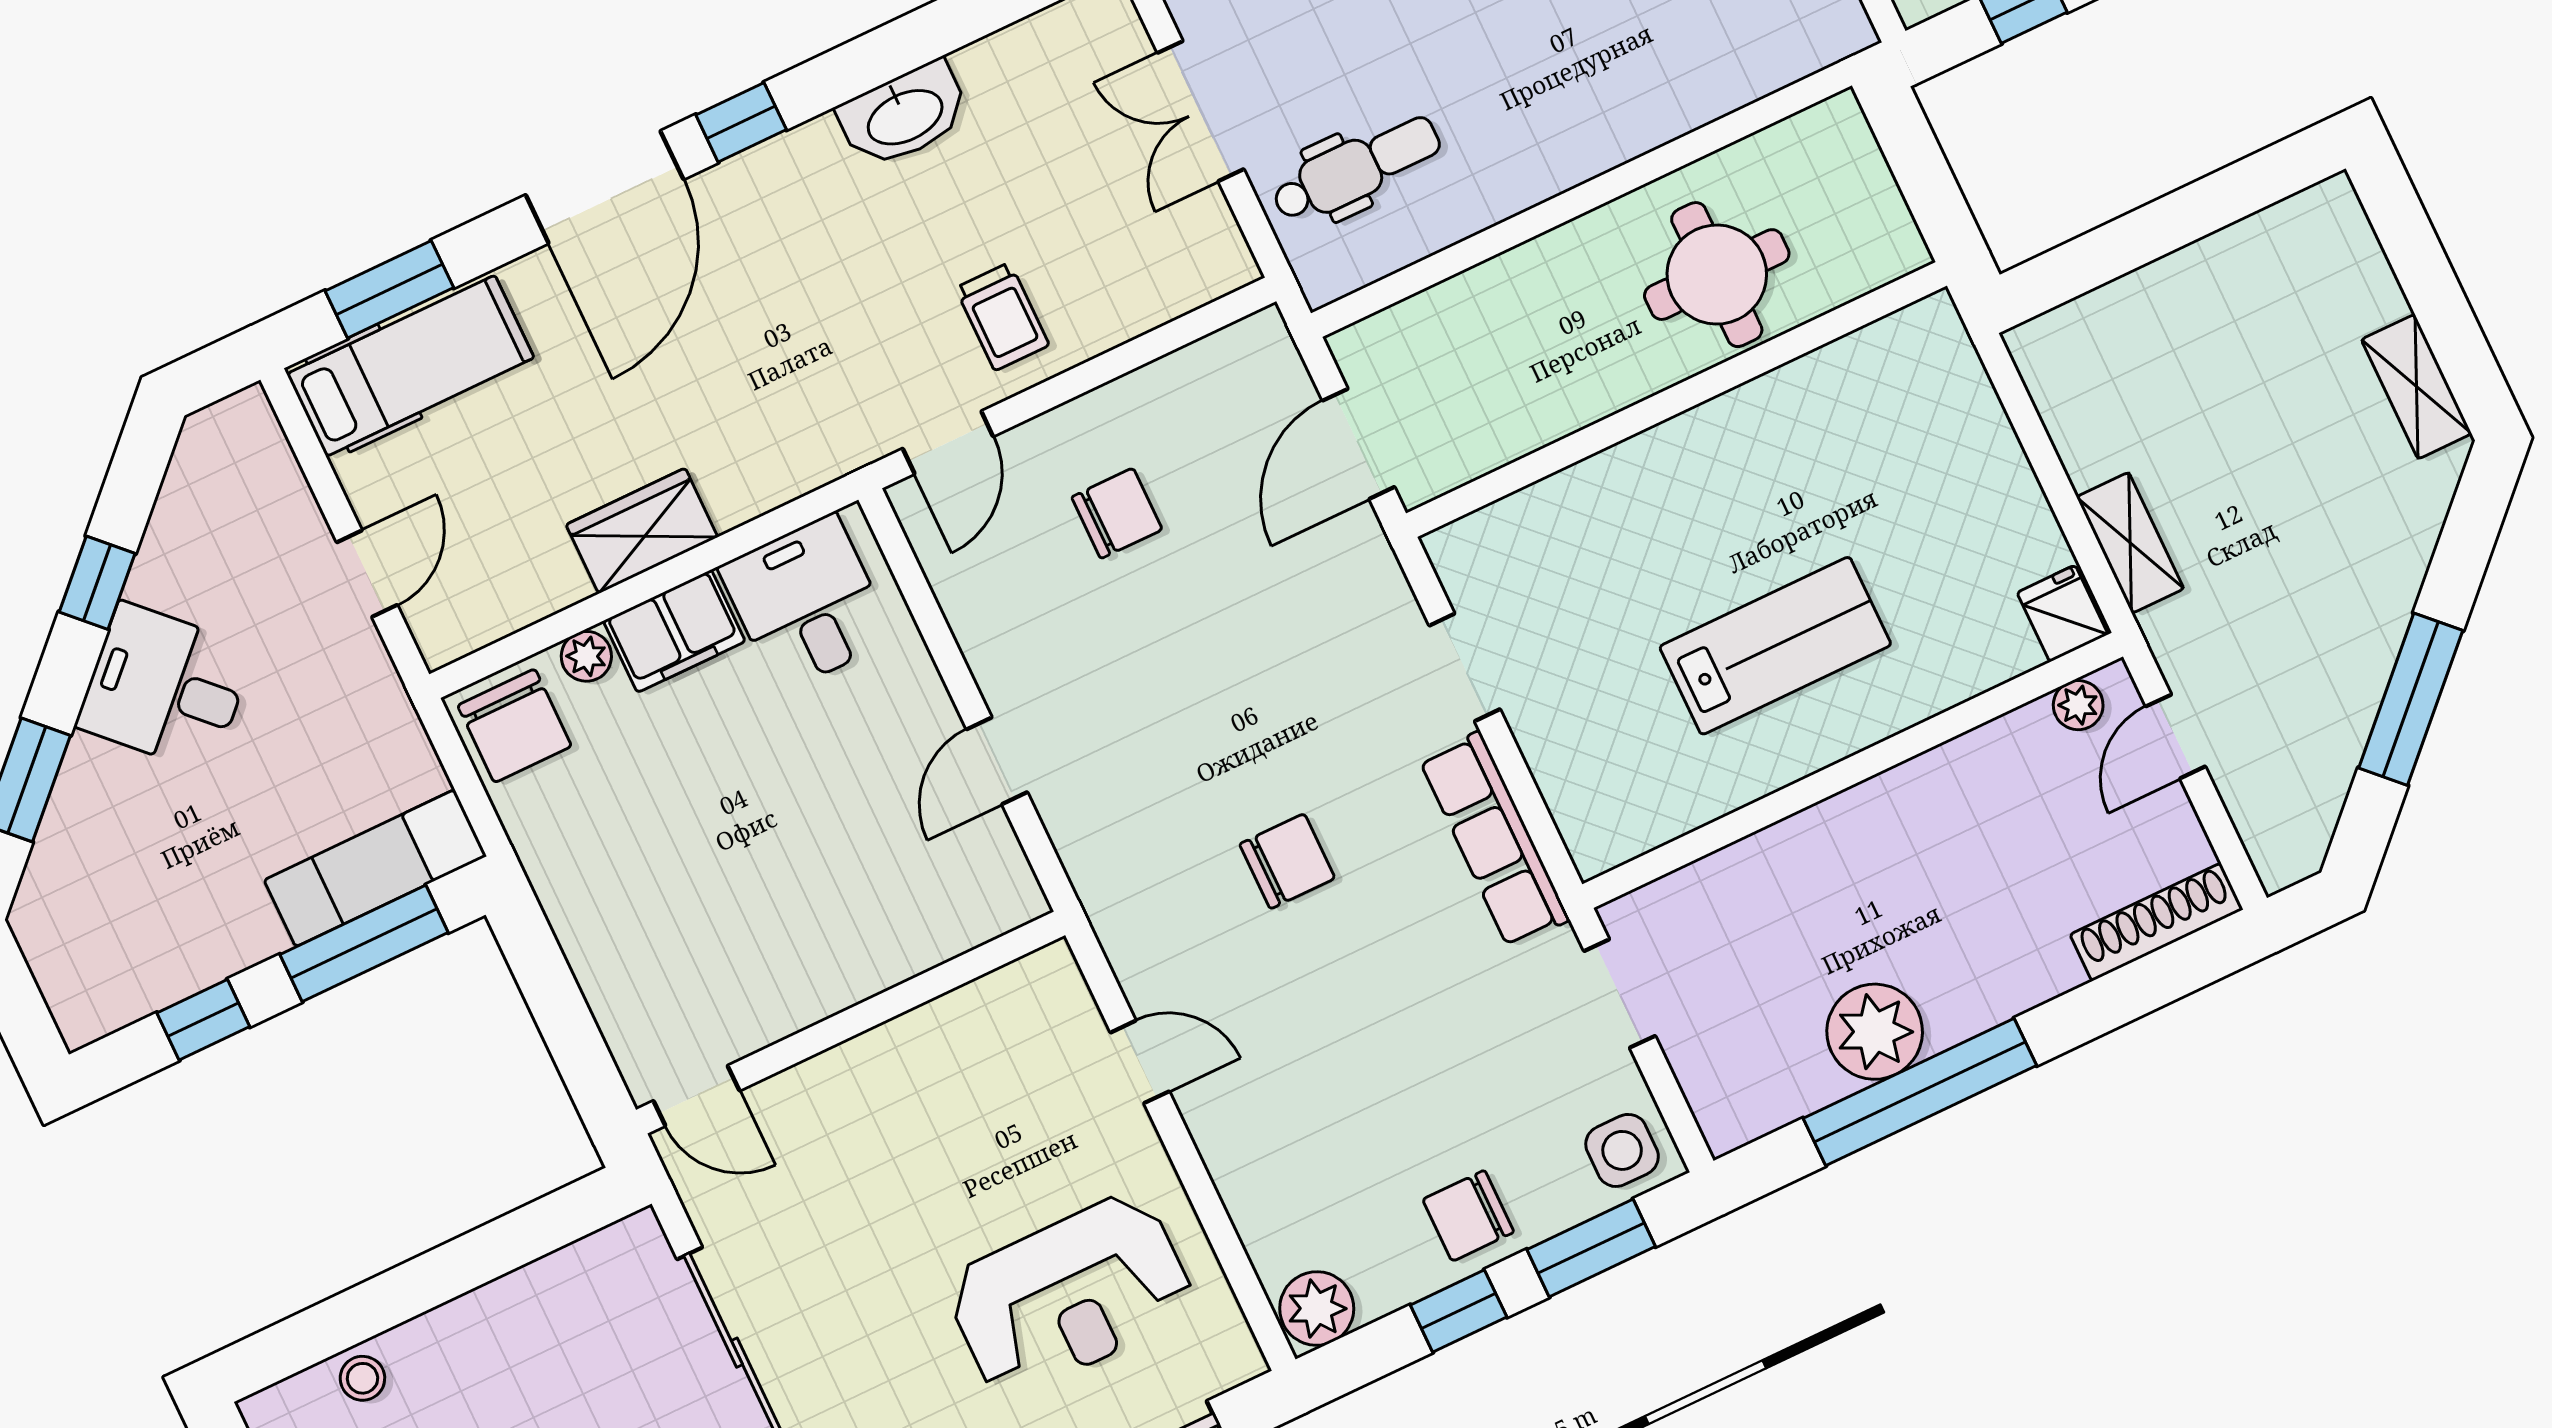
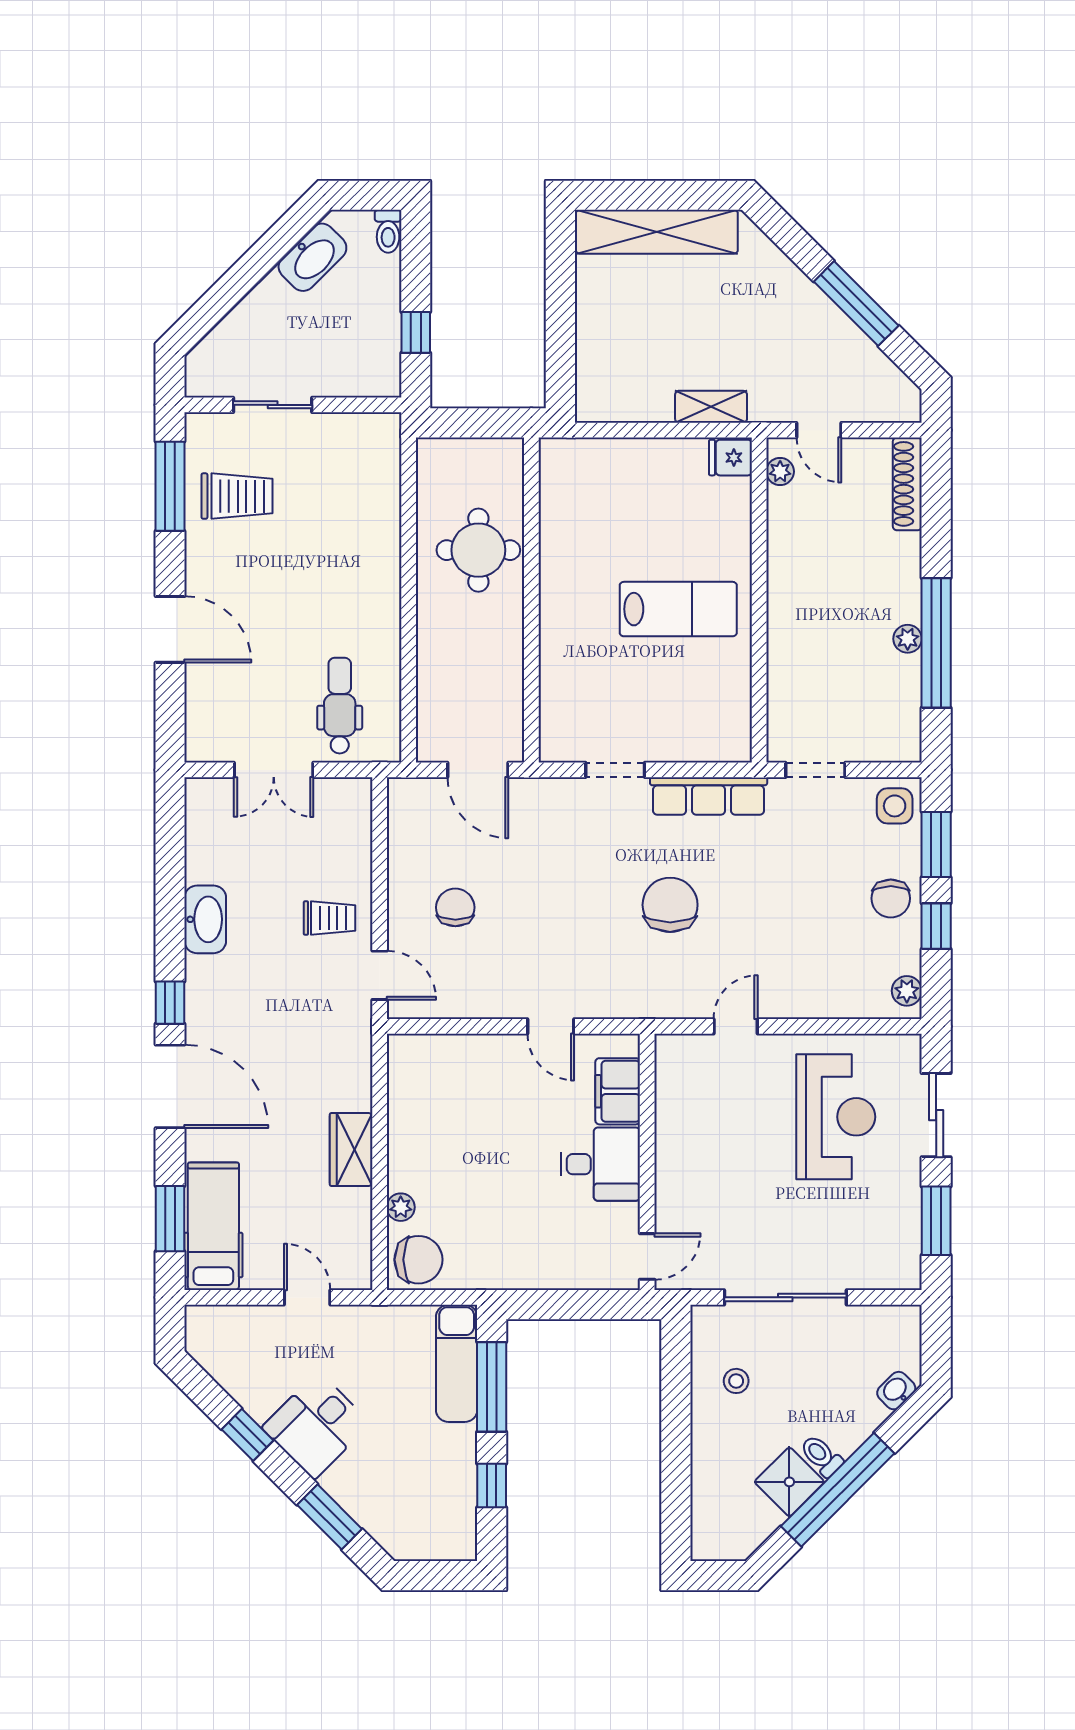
shelving: (2416, 387) -> (657, 232), width x2.20, depth x1.33
desk: (807, 603) -> (600, 1164), moved, turned 180
filing cabinet: (674, 631) -> (618, 1091), moved, turned 180
lab bench: (1775, 646) -> (678, 609), turned 90
chair: (1287, 861) -> (670, 905), width x1.37, depth x1.37
plant: (1875, 1032) -> (908, 639), width x0.53, depth x0.53
plant: (1317, 1309) -> (907, 991), width x0.73, depth x0.73
stool: (362, 1378) -> (736, 1381), moved

